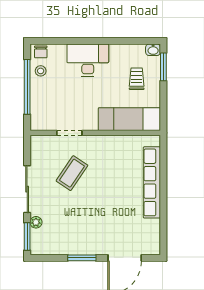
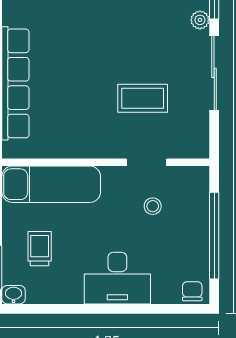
stool: (41, 71) -> (153, 206), moved
trolley: (137, 79) -> (40, 249), turned 180
coffee table: (72, 173) -> (143, 98), turned 56

